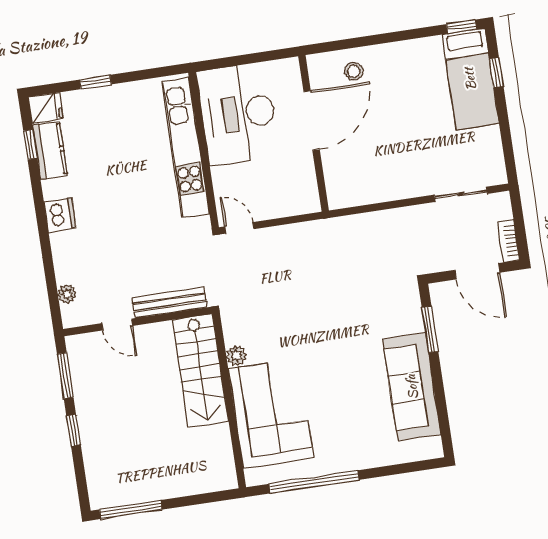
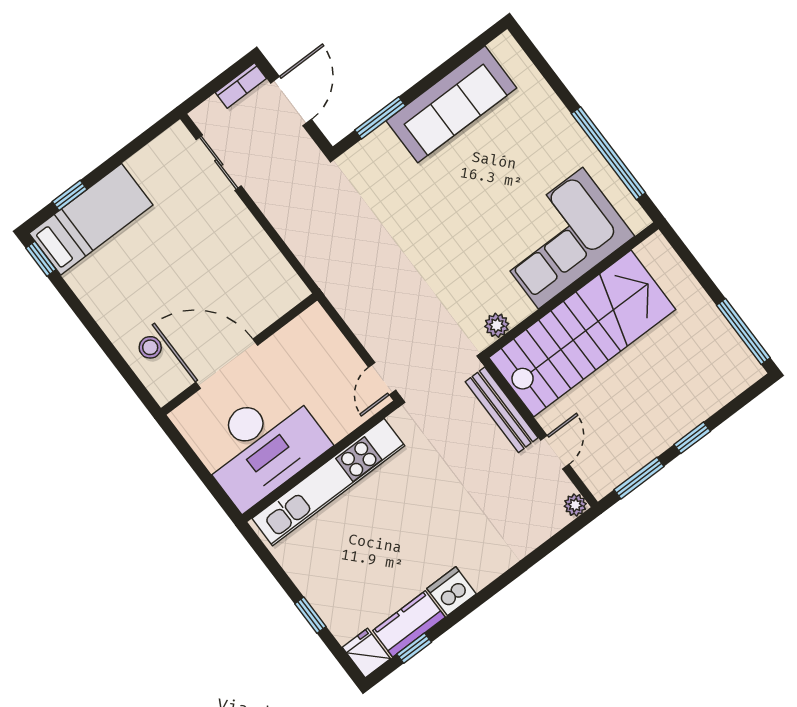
dishwasher: (60, 215) -> (452, 591), moved
plant: (67, 294) -> (575, 505), moved
plant: (236, 356) -> (497, 325), moved
stairs: (200, 370) -> (582, 333), width x1.36, depth x1.51

